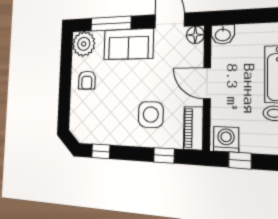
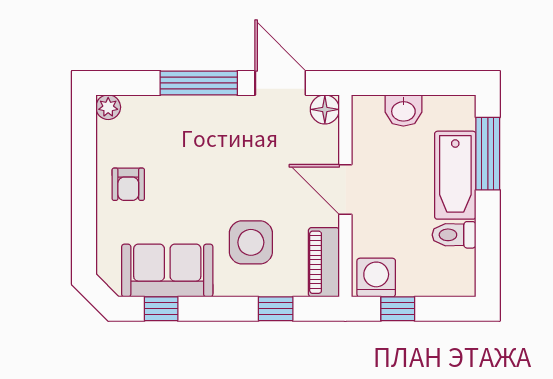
window: (111, 24) -> (199, 83), moved
washbasin: (223, 34) -> (403, 110), moved
plant: (84, 44) -> (108, 107), width x0.53, depth x0.53
sofa: (128, 44) -> (167, 270), moved, turned 180

